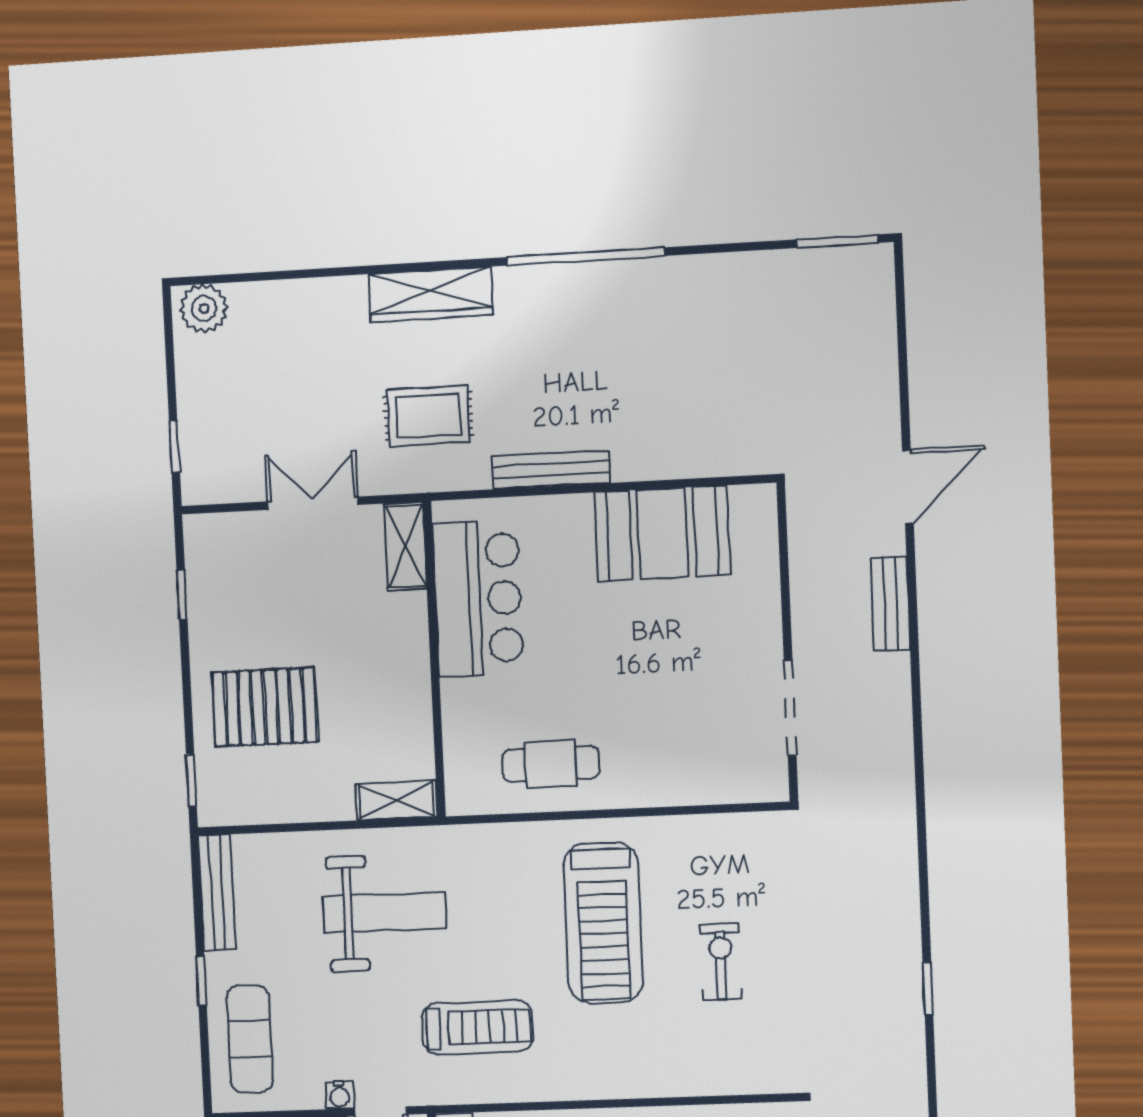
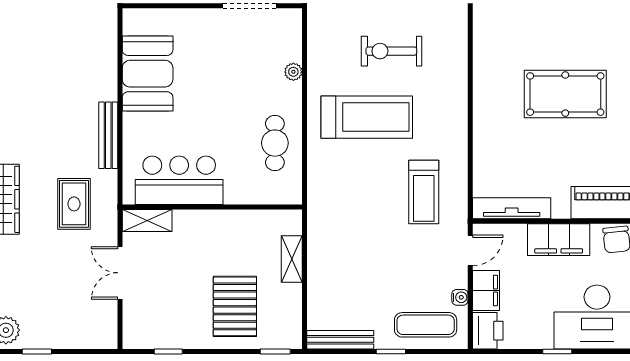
window: (174, 447) -> (37, 351), moved
plant: (677, 791) -> (293, 72), added
shelving: (396, 800) -> (292, 259), moved
weight bench: (384, 912) -> (356, 243), removed
exercise bike: (721, 962) -> (391, 51), width x1.38, depth x1.39
treadmill: (477, 1027) -> (424, 192), turned 180
water cooler: (340, 1095) -> (460, 297), moved

